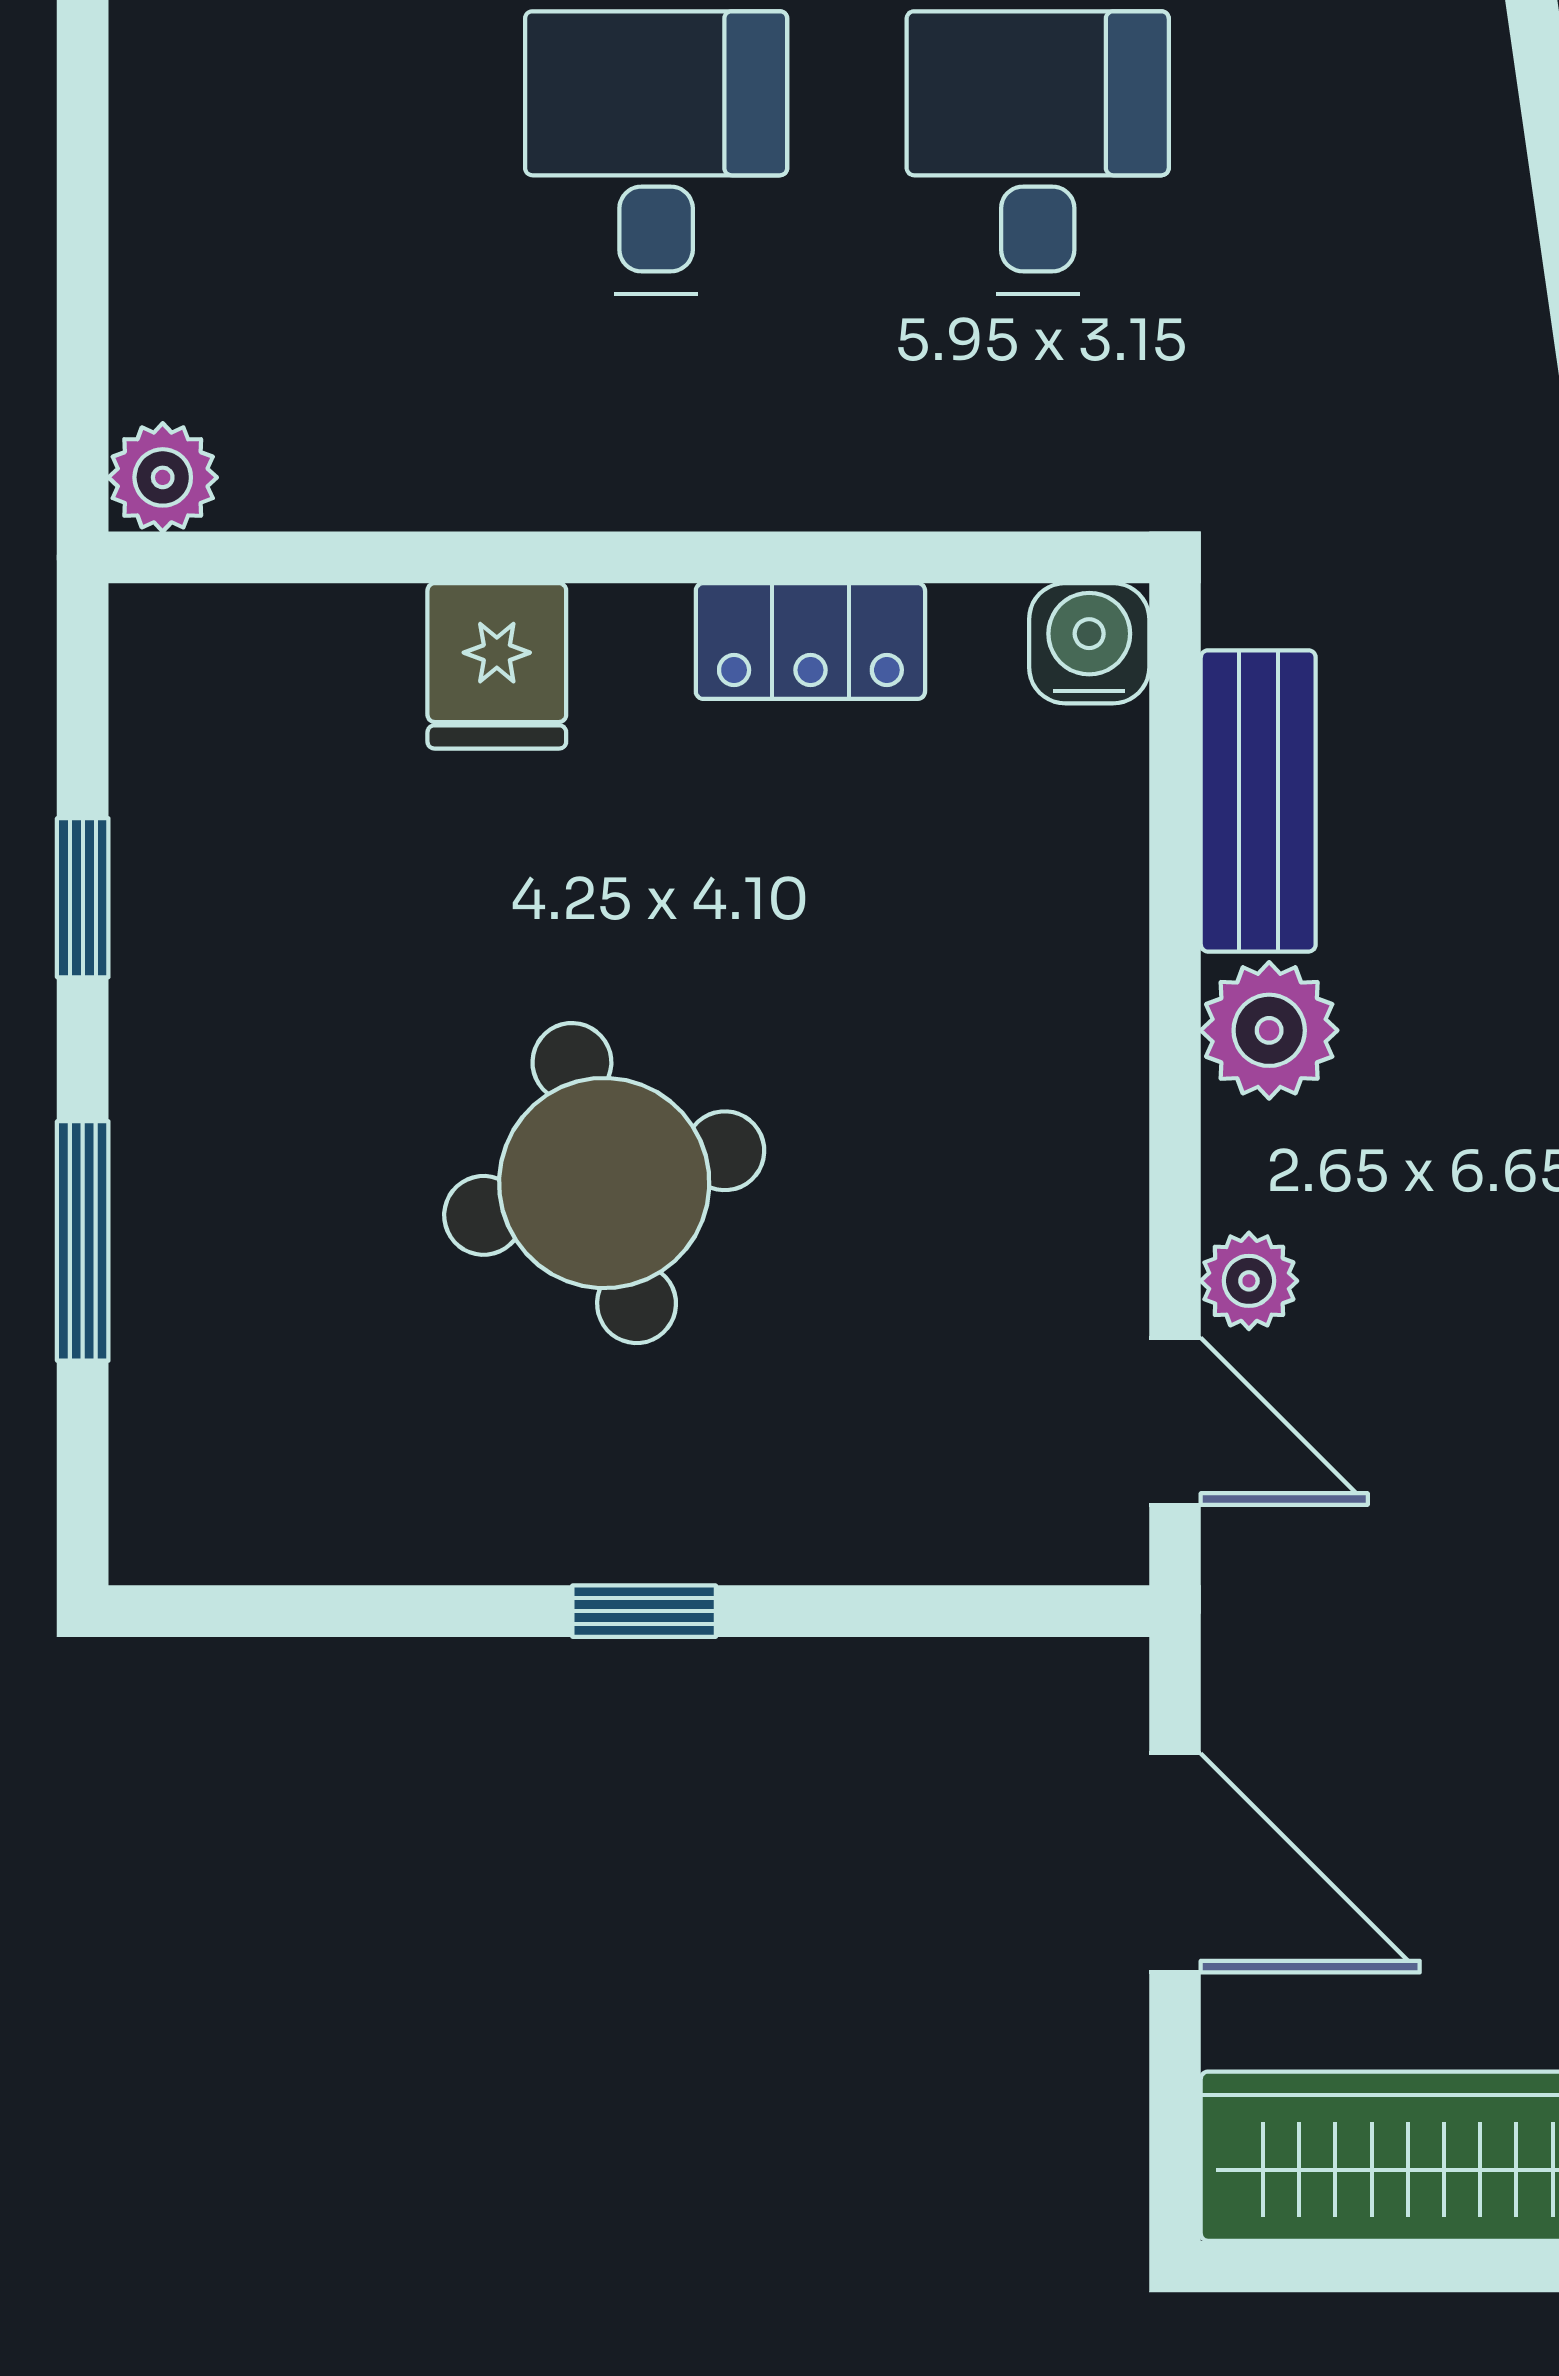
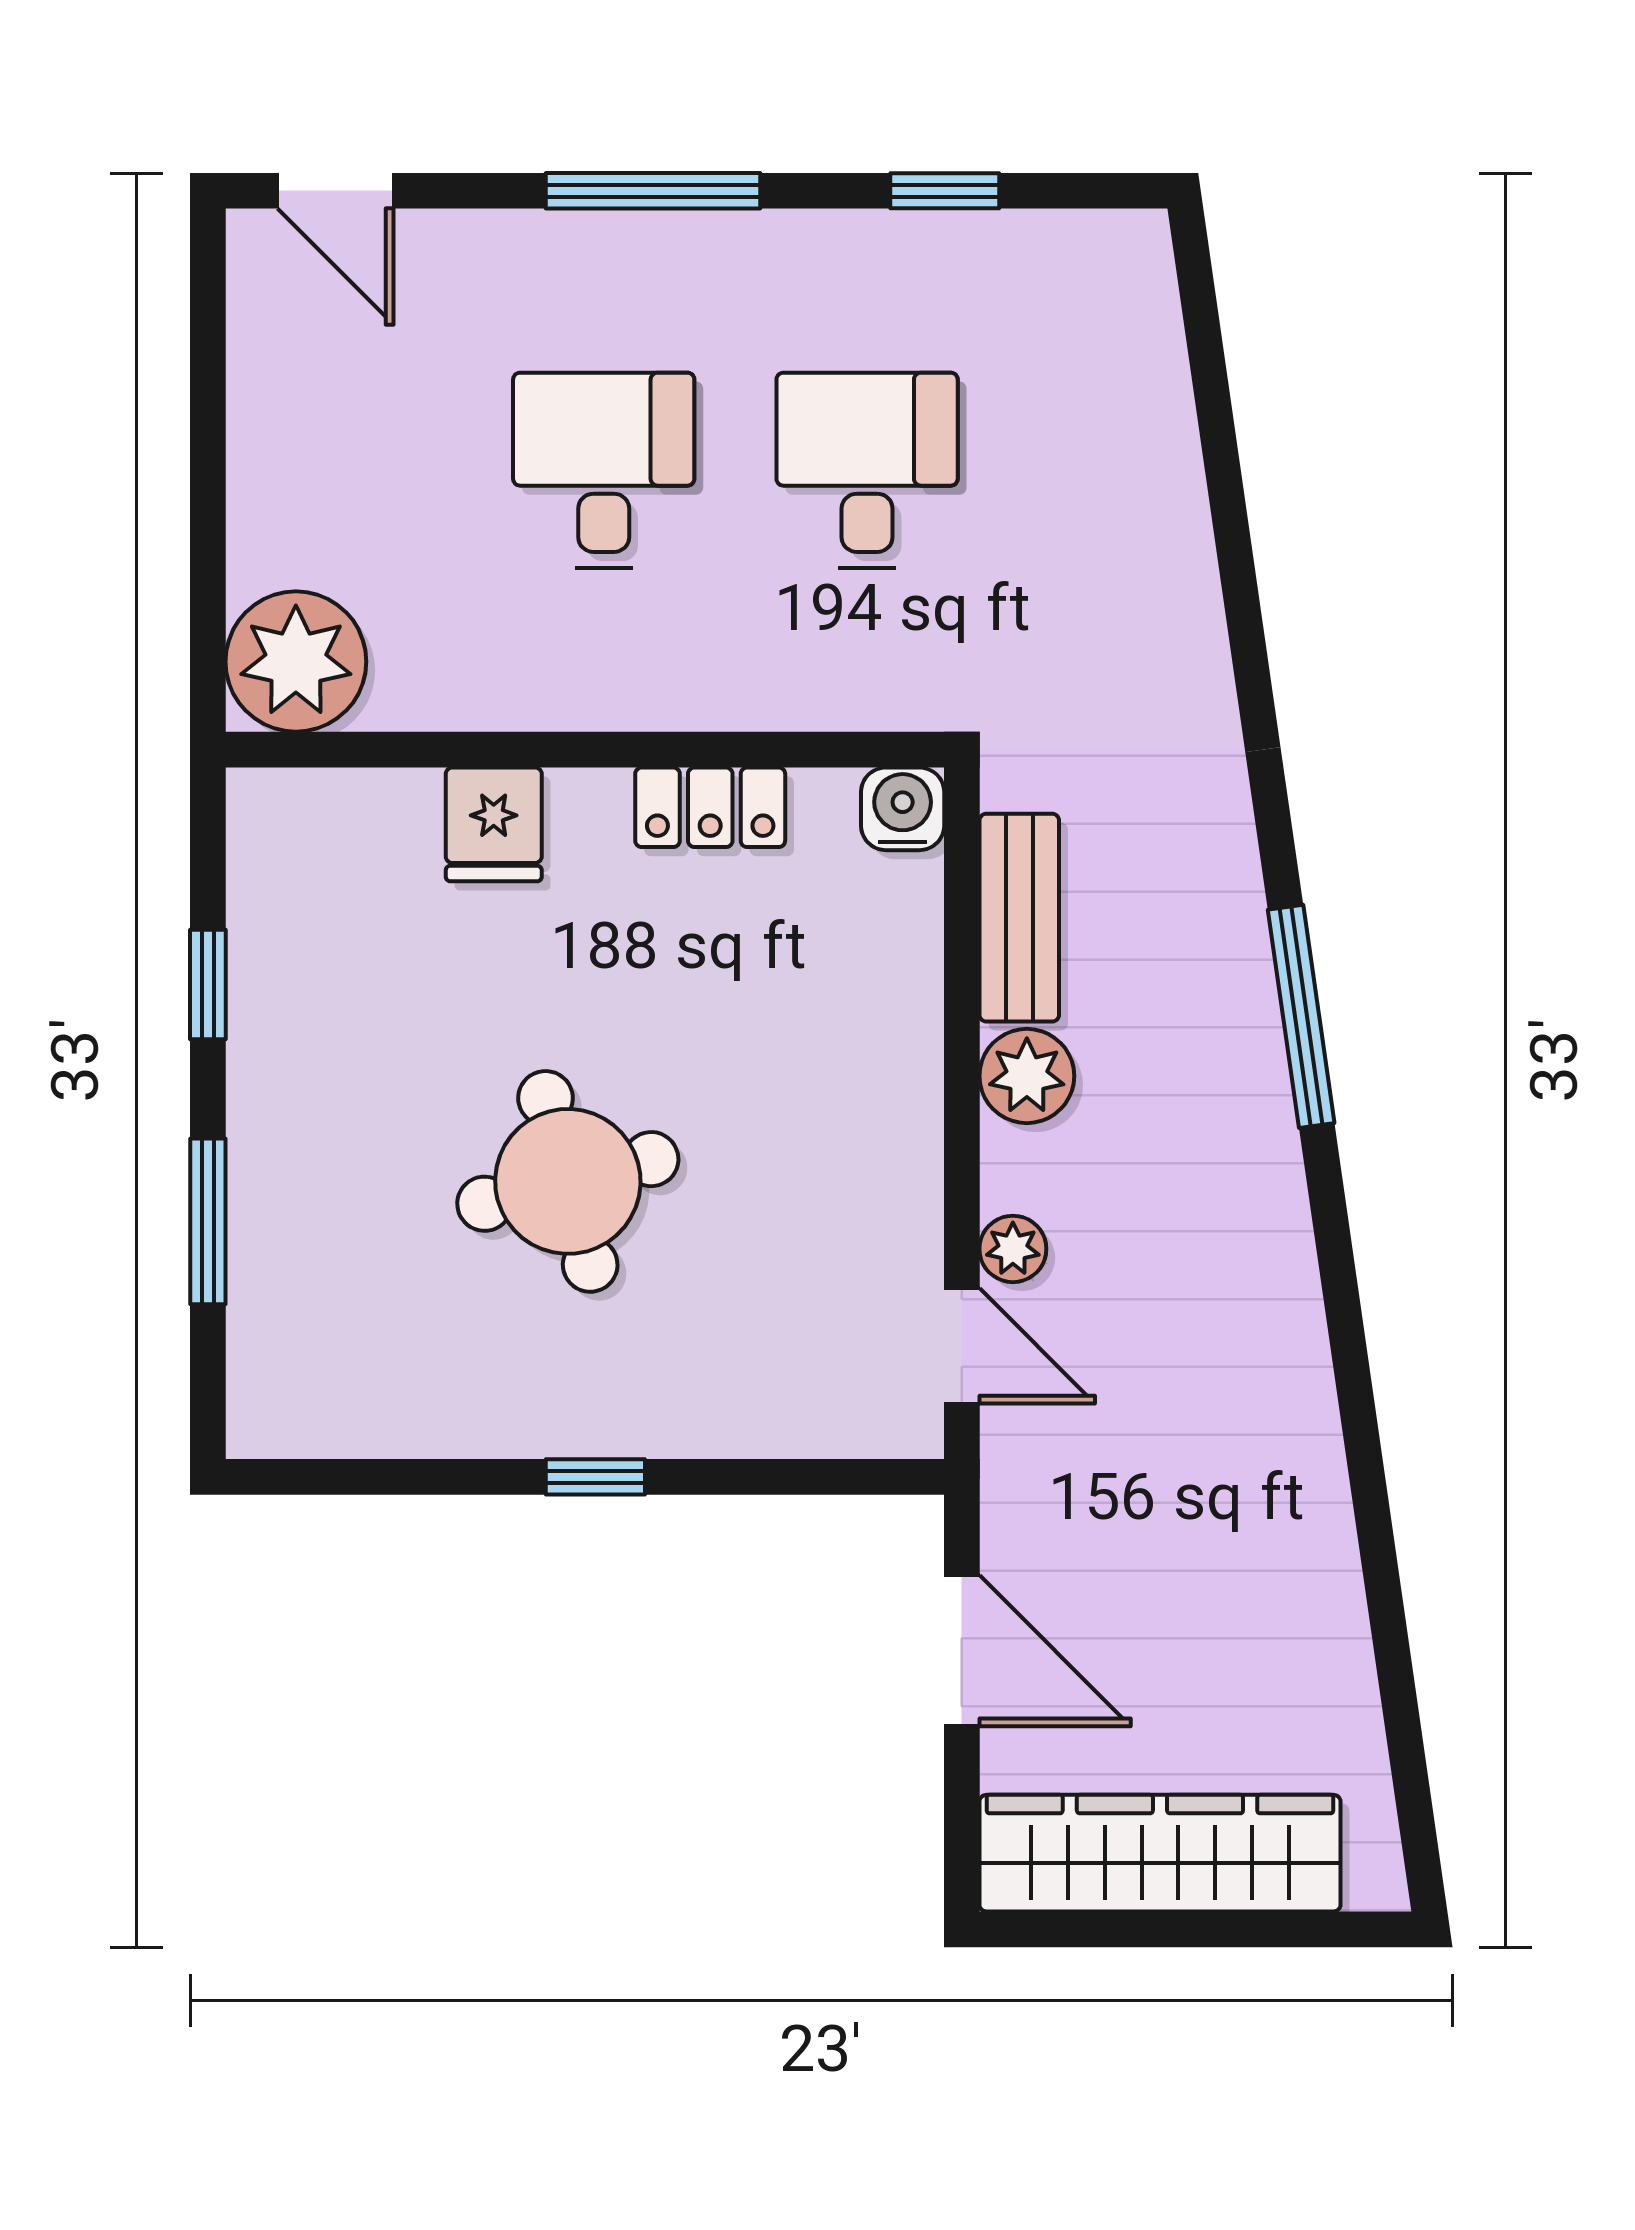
plant: (163, 477) -> (296, 662), width x1.88, depth x1.88

